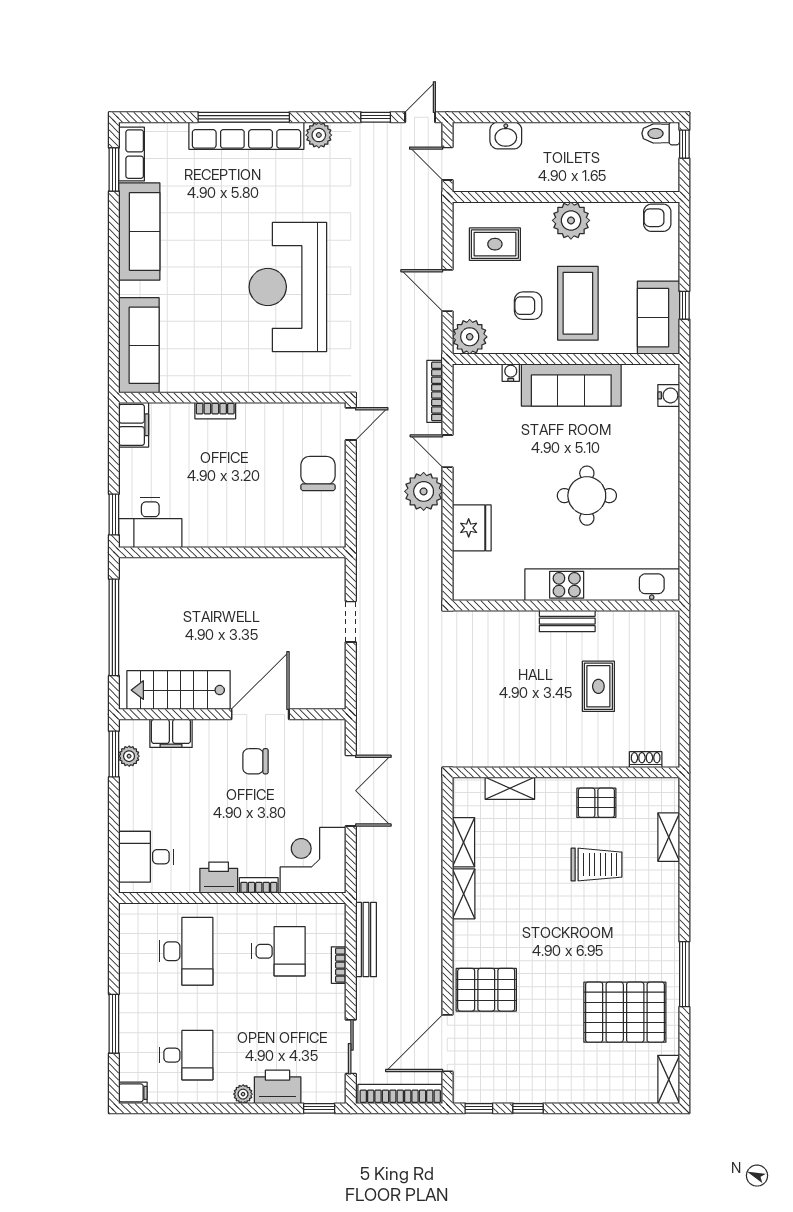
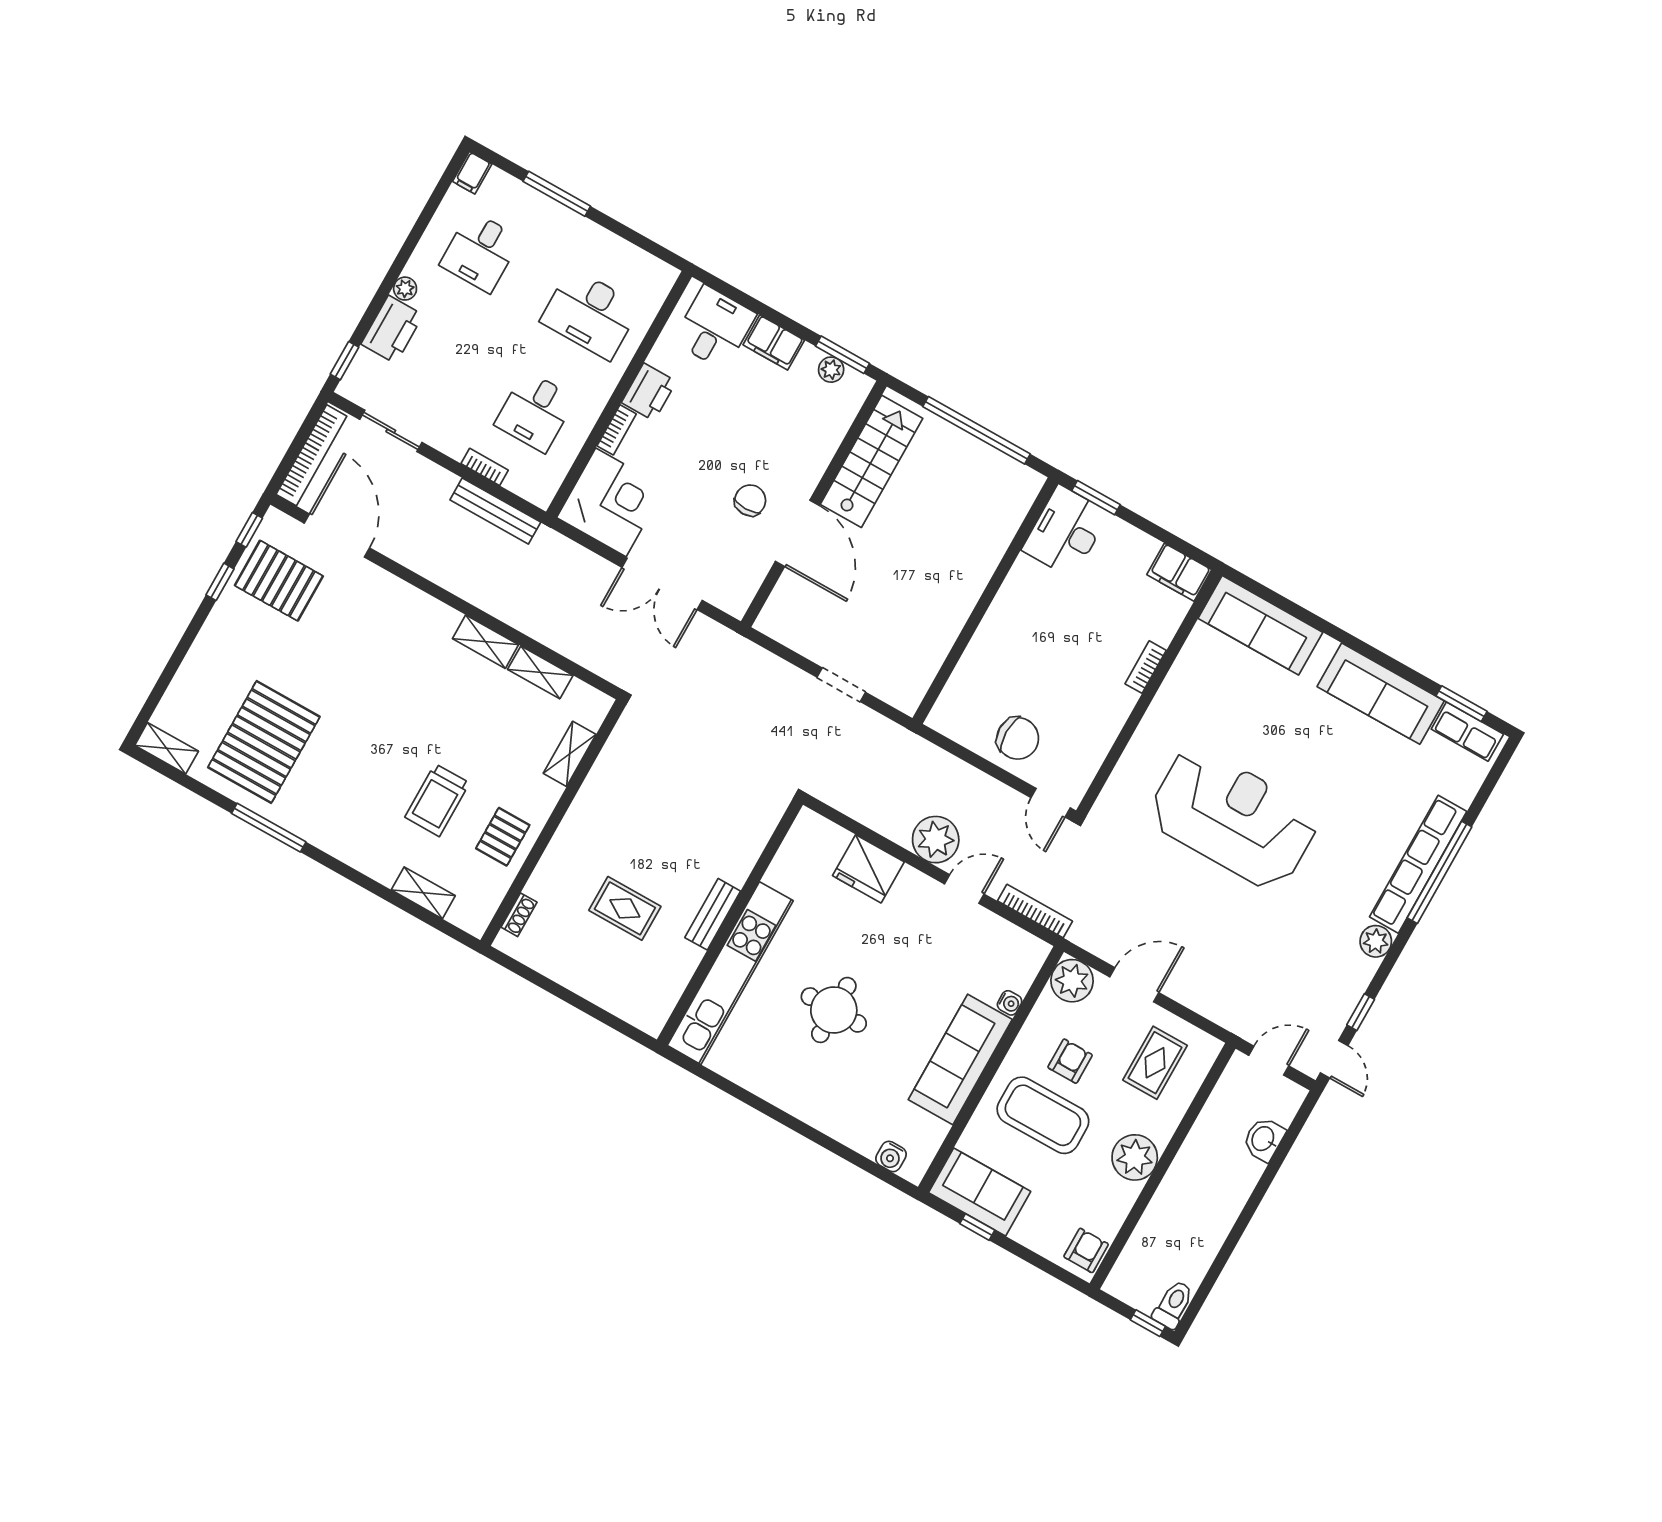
filing cabinet: (171, 733) -> (774, 343), moved, turned -90
pallet: (486, 990) -> (279, 581), moved, turned 90

